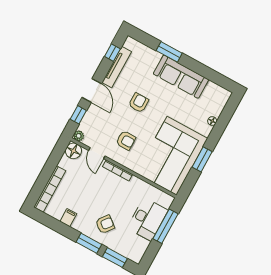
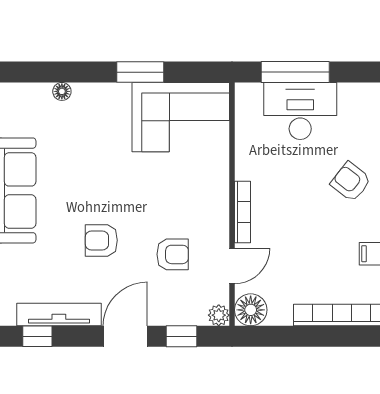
armchair: (126, 140) -> (173, 254), moved, turned 90
corner sofa: (172, 156) -> (181, 117), width x0.73, depth x0.74

